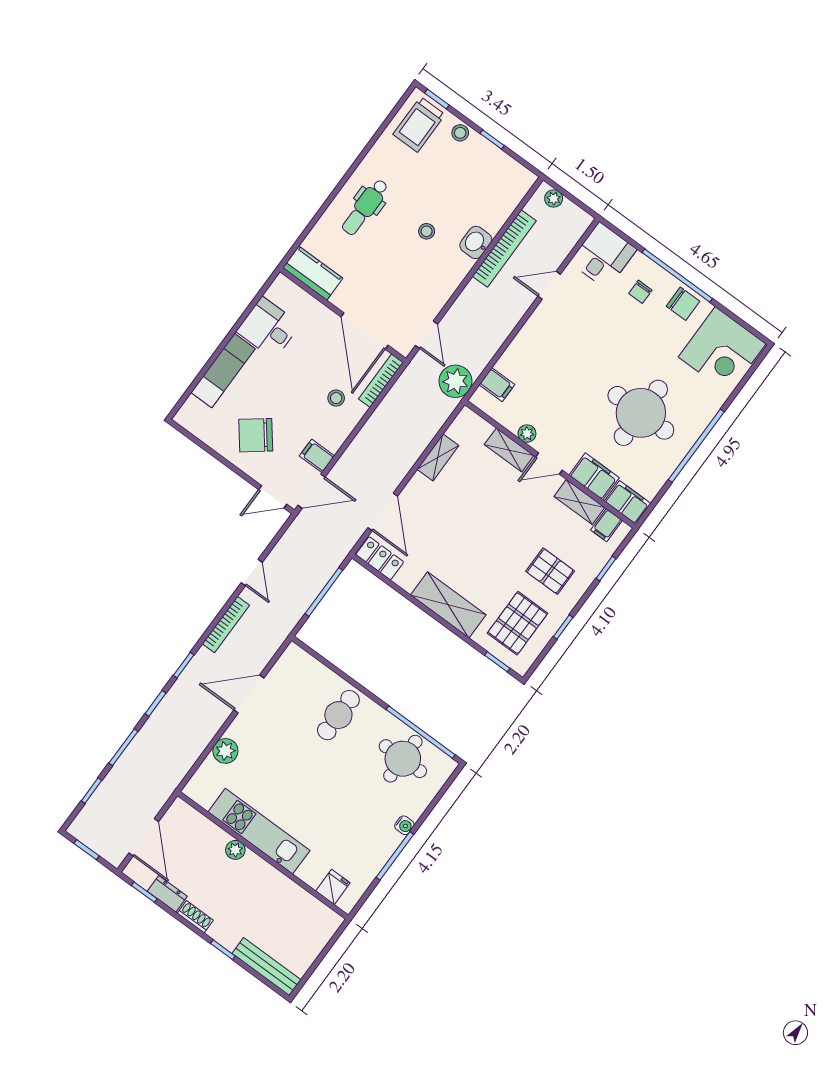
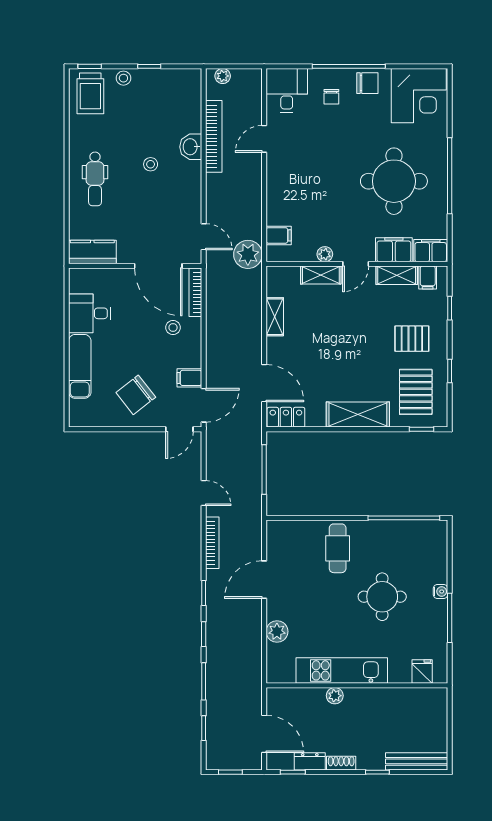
round table: (403, 759) -> (382, 597), moved

